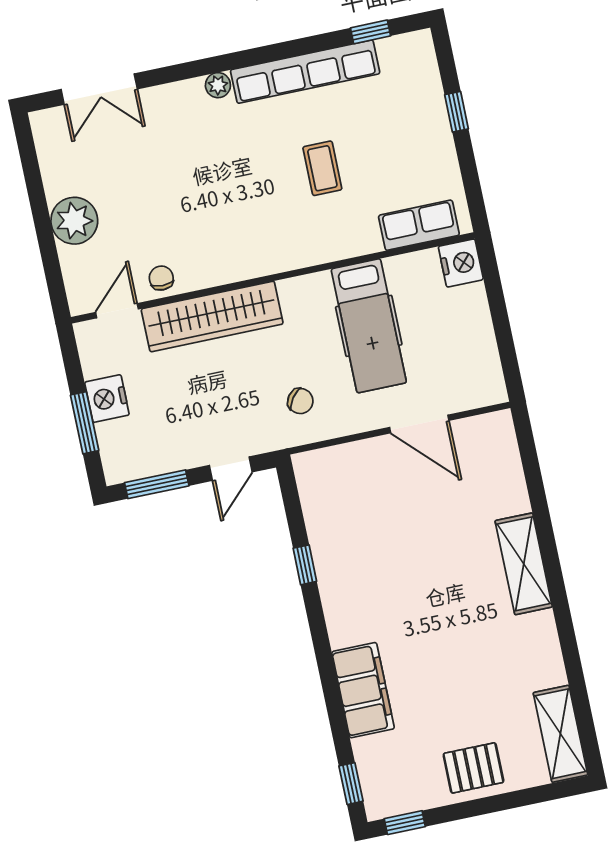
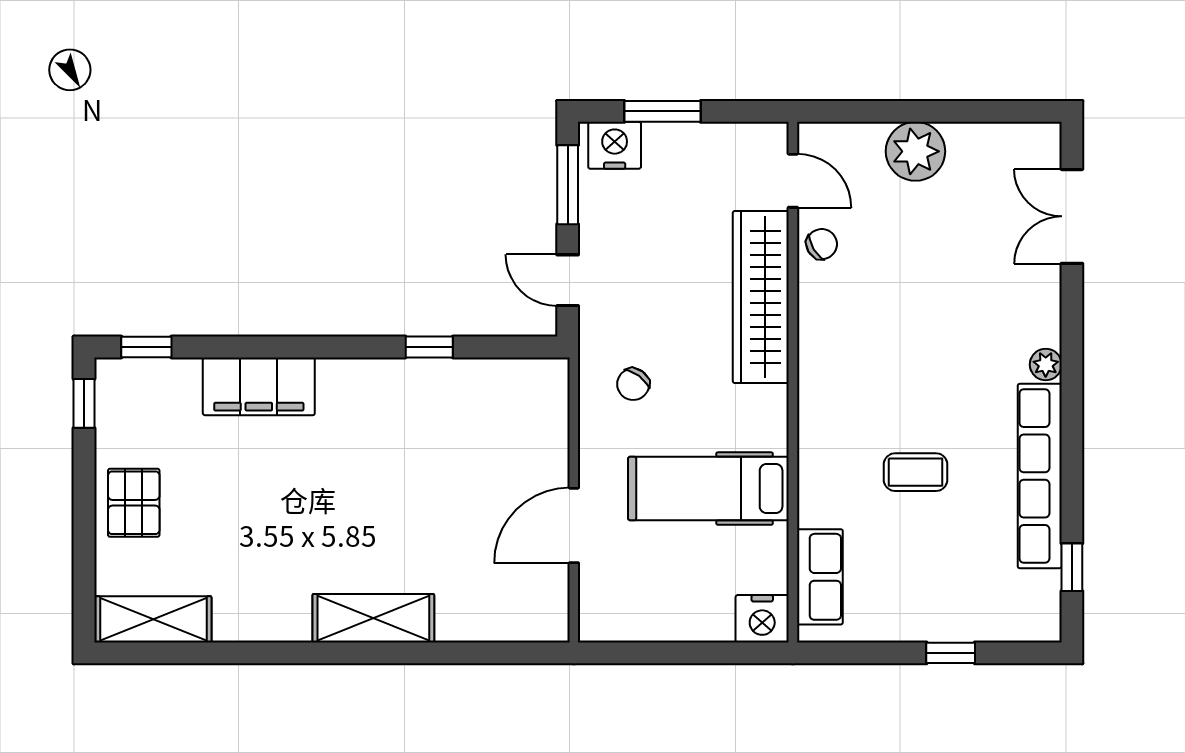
chair: (161, 278) -> (822, 244), turned -31
nightstand: (107, 399) -> (615, 145), moved

